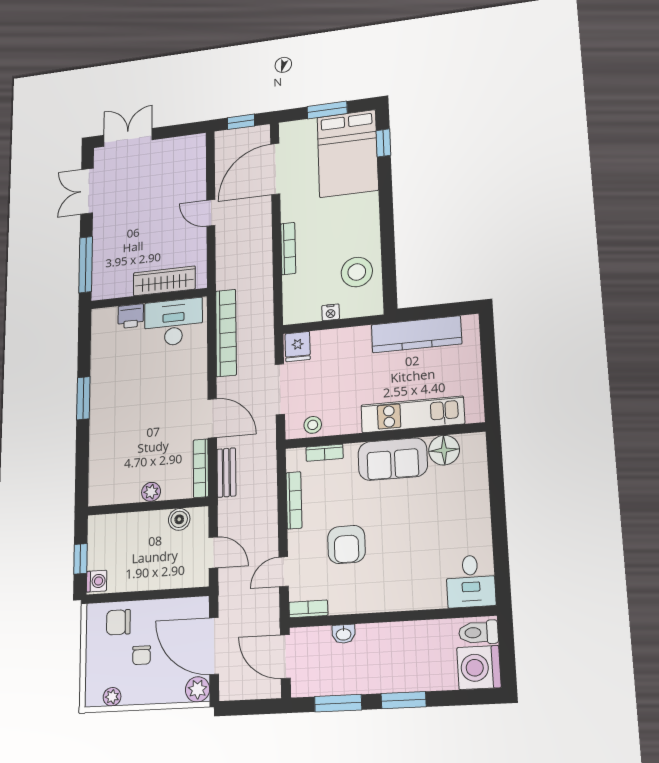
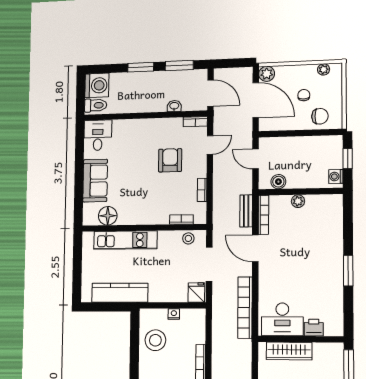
sofa: (393, 459) -> (95, 181), moved, turned 90
bookcase: (294, 500) -> (202, 190), width x0.64
washing machine: (97, 581) -> (336, 176), moved

